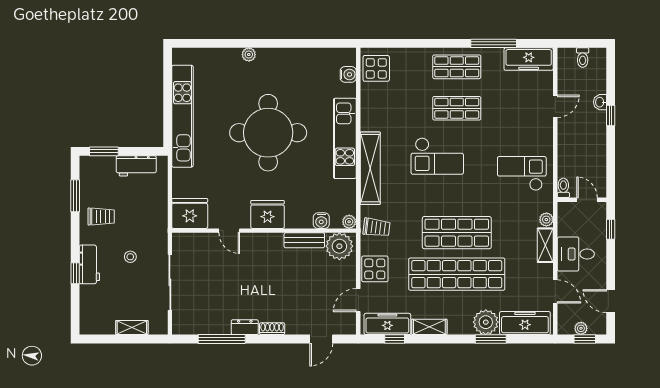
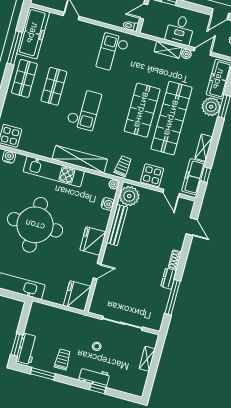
freezer: (529, 59) -> (33, 33), width x1.36, depth x1.26
workbench: (136, 166) -> (27, 349), moved
plant: (546, 220) -> (186, 54), moved
bench: (304, 240) -> (117, 225), width x1.36

